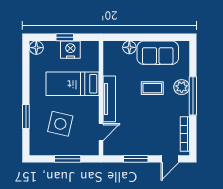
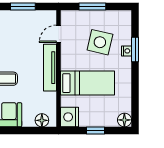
floor lamp: (129, 47) -> (42, 120), moved
nightstand: (70, 50) -> (70, 117), moved, turned 90
nightstand: (34, 115) -> (127, 51), added

